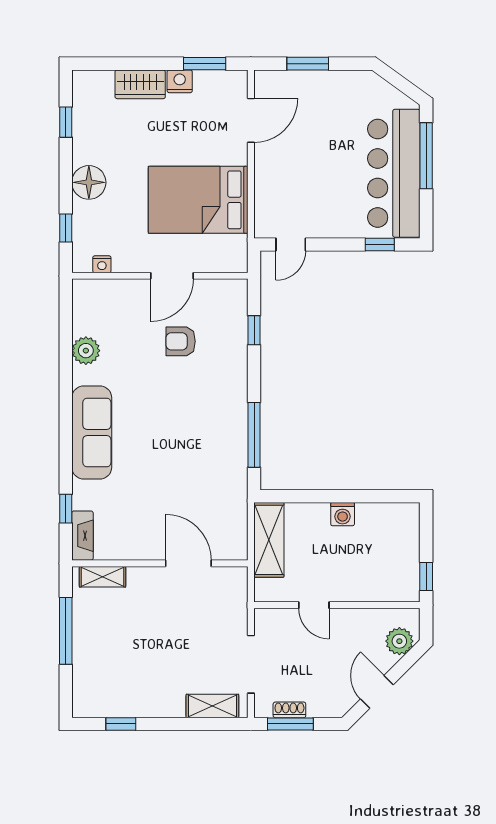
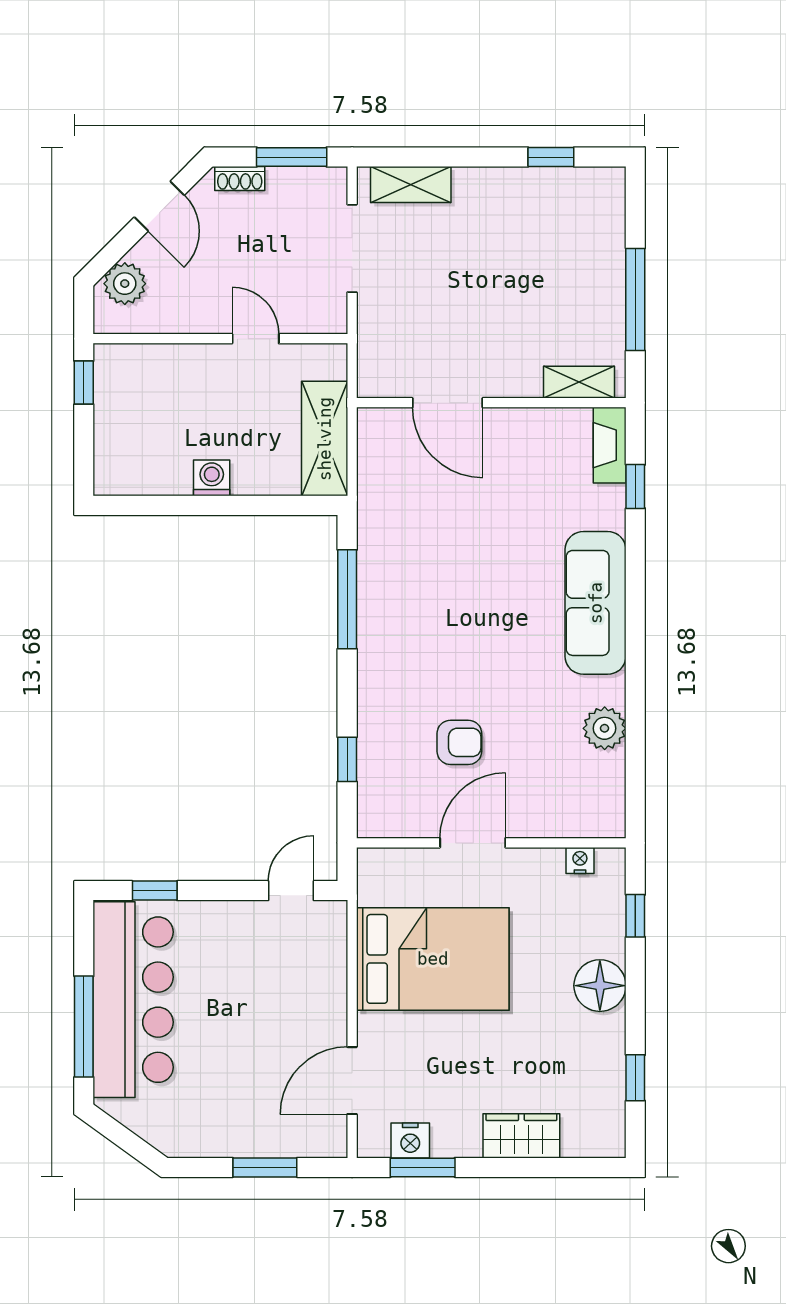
nightstand: (180, 81) -> (410, 1140), moved
shoe rack: (289, 710) -> (240, 179), moved

